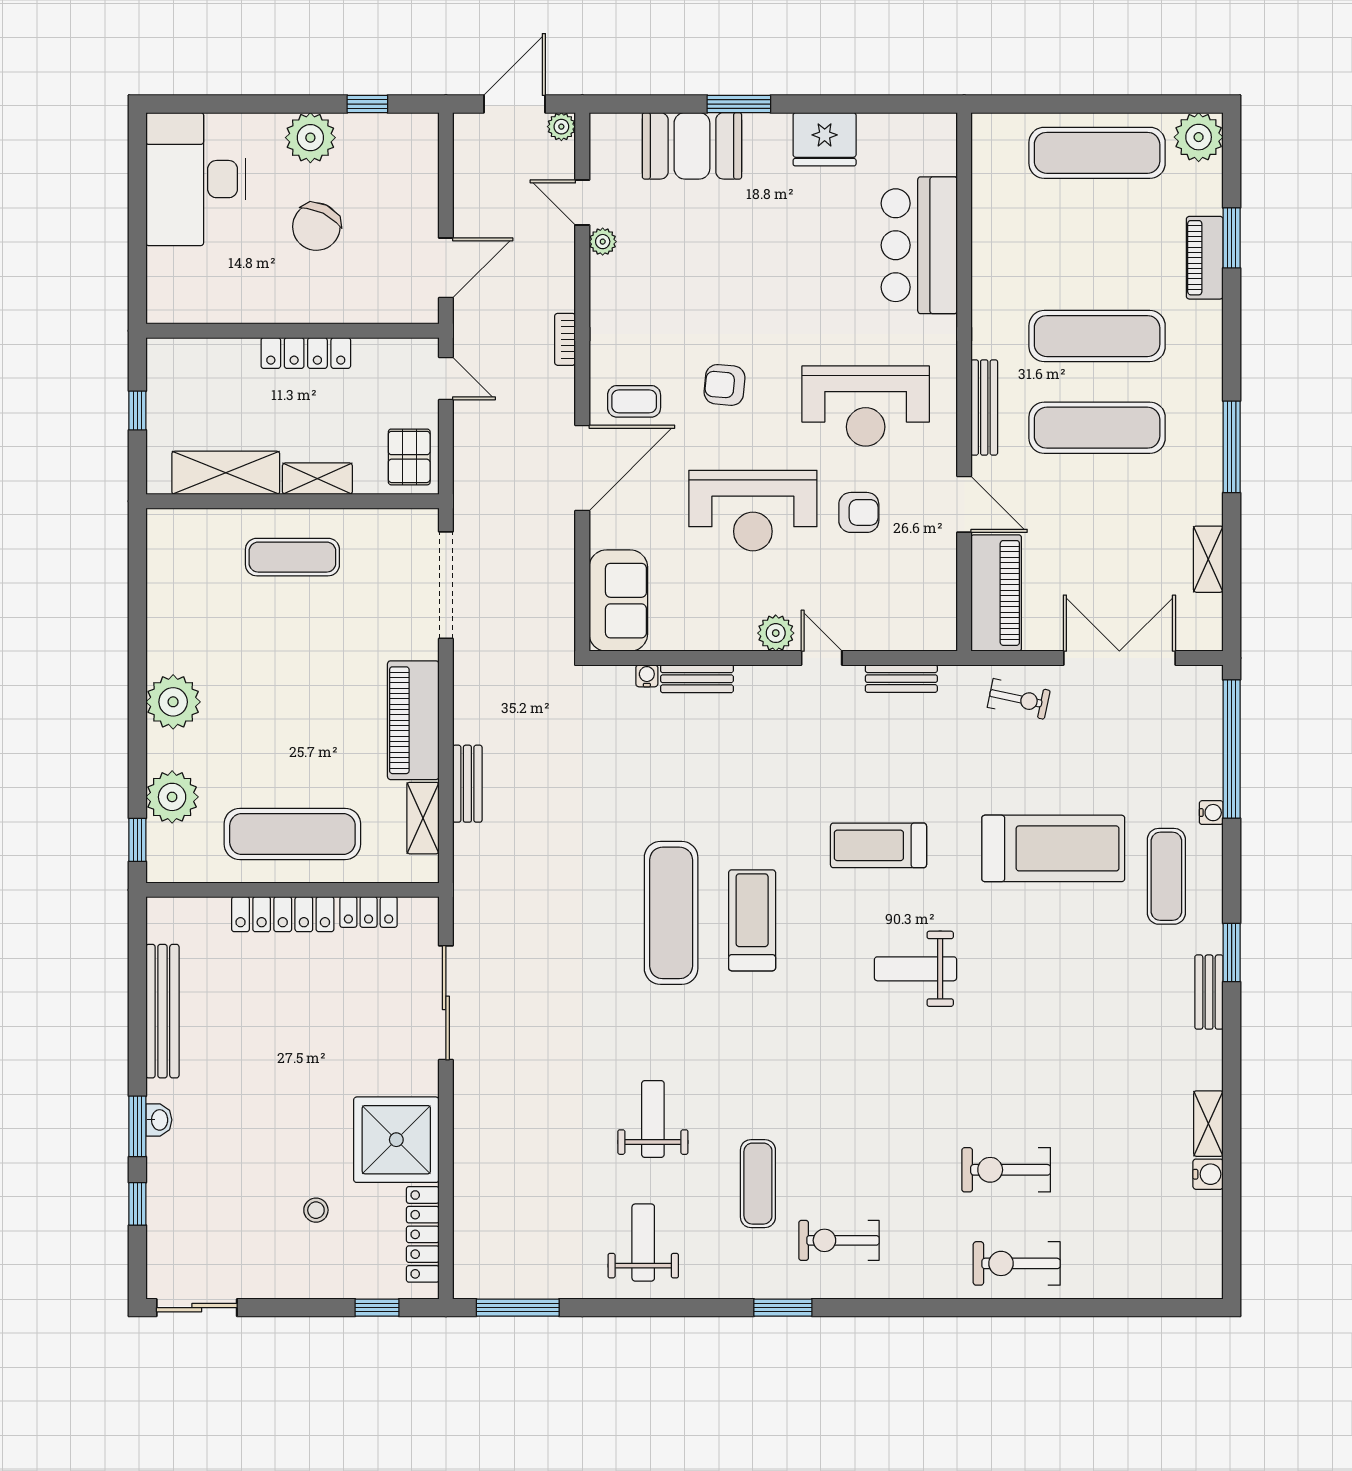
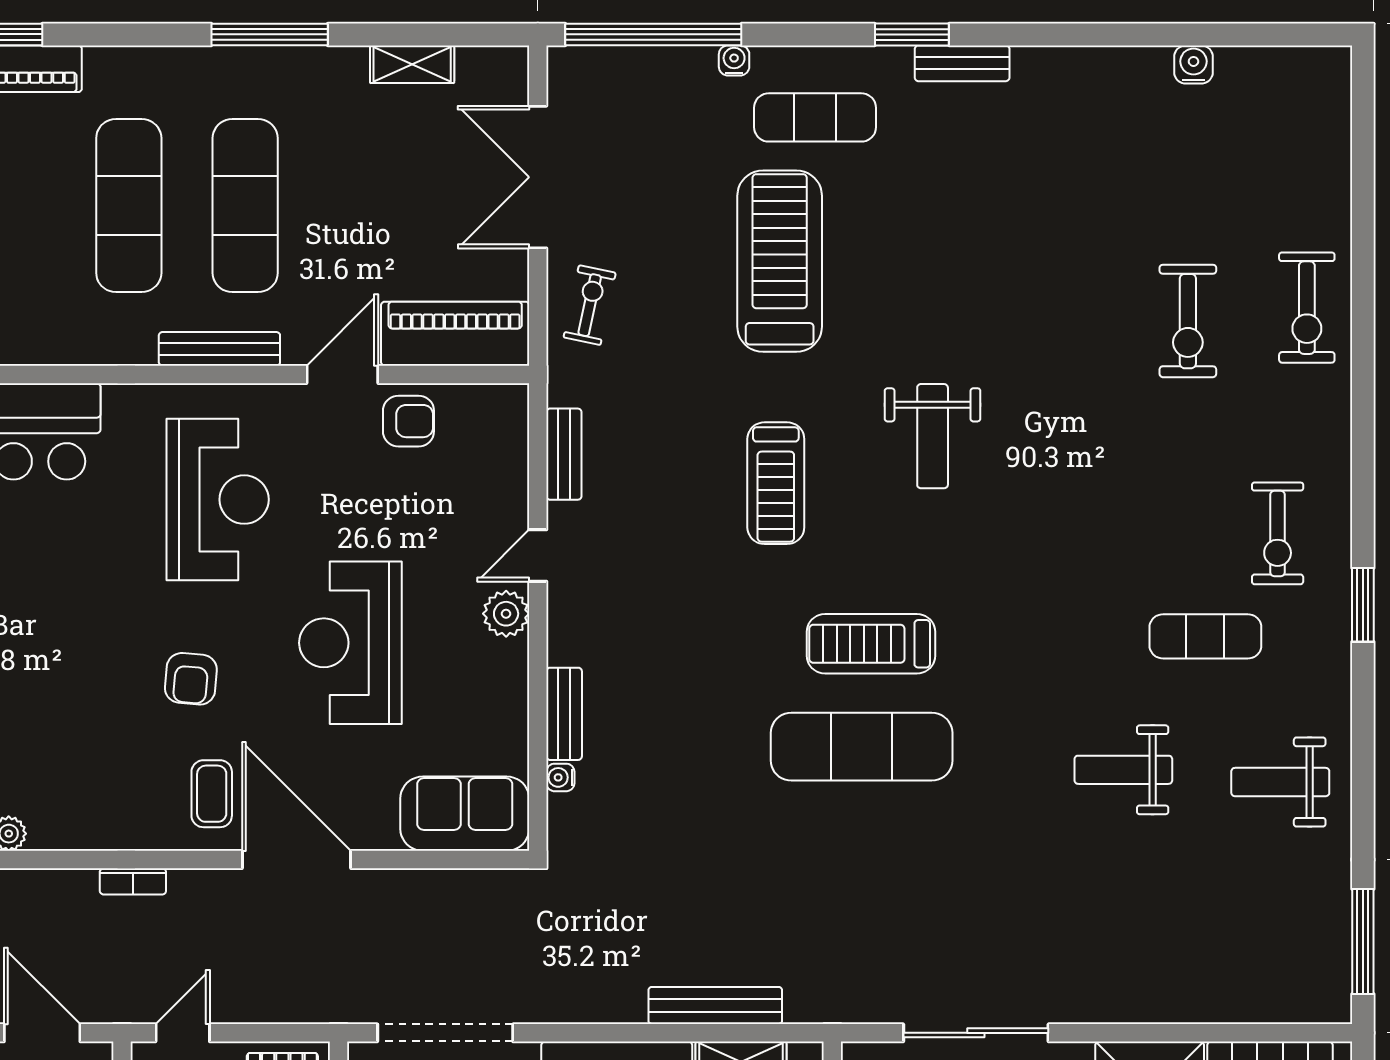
reception desk: (753, 511) -> (350, 643), turned 180
armchair: (859, 512) -> (408, 421), moved, turned 90
bench: (467, 784) -> (715, 1005), width x1.36
shelving: (1208, 1124) -> (1129, 64), removed

